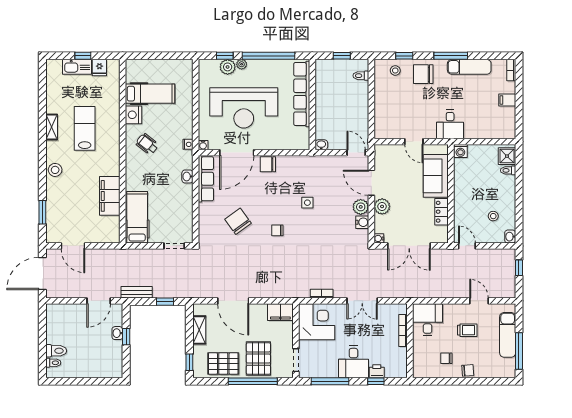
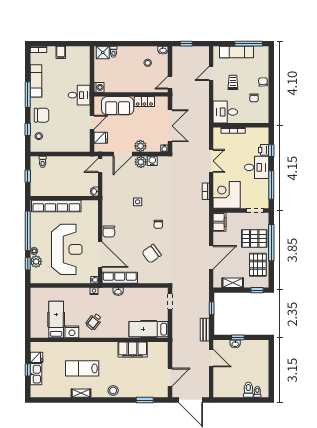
chair: (423, 74) -> (42, 115), turned -90
fridge: (393, 153) -> (101, 138), added

